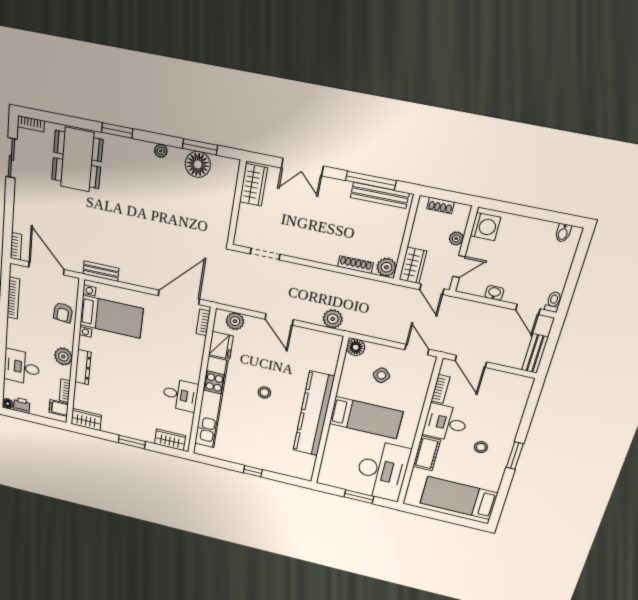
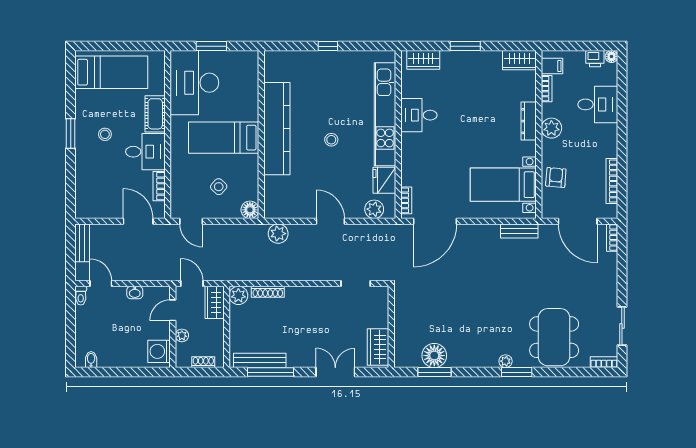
plant: (161, 151) -> (506, 361), moved

